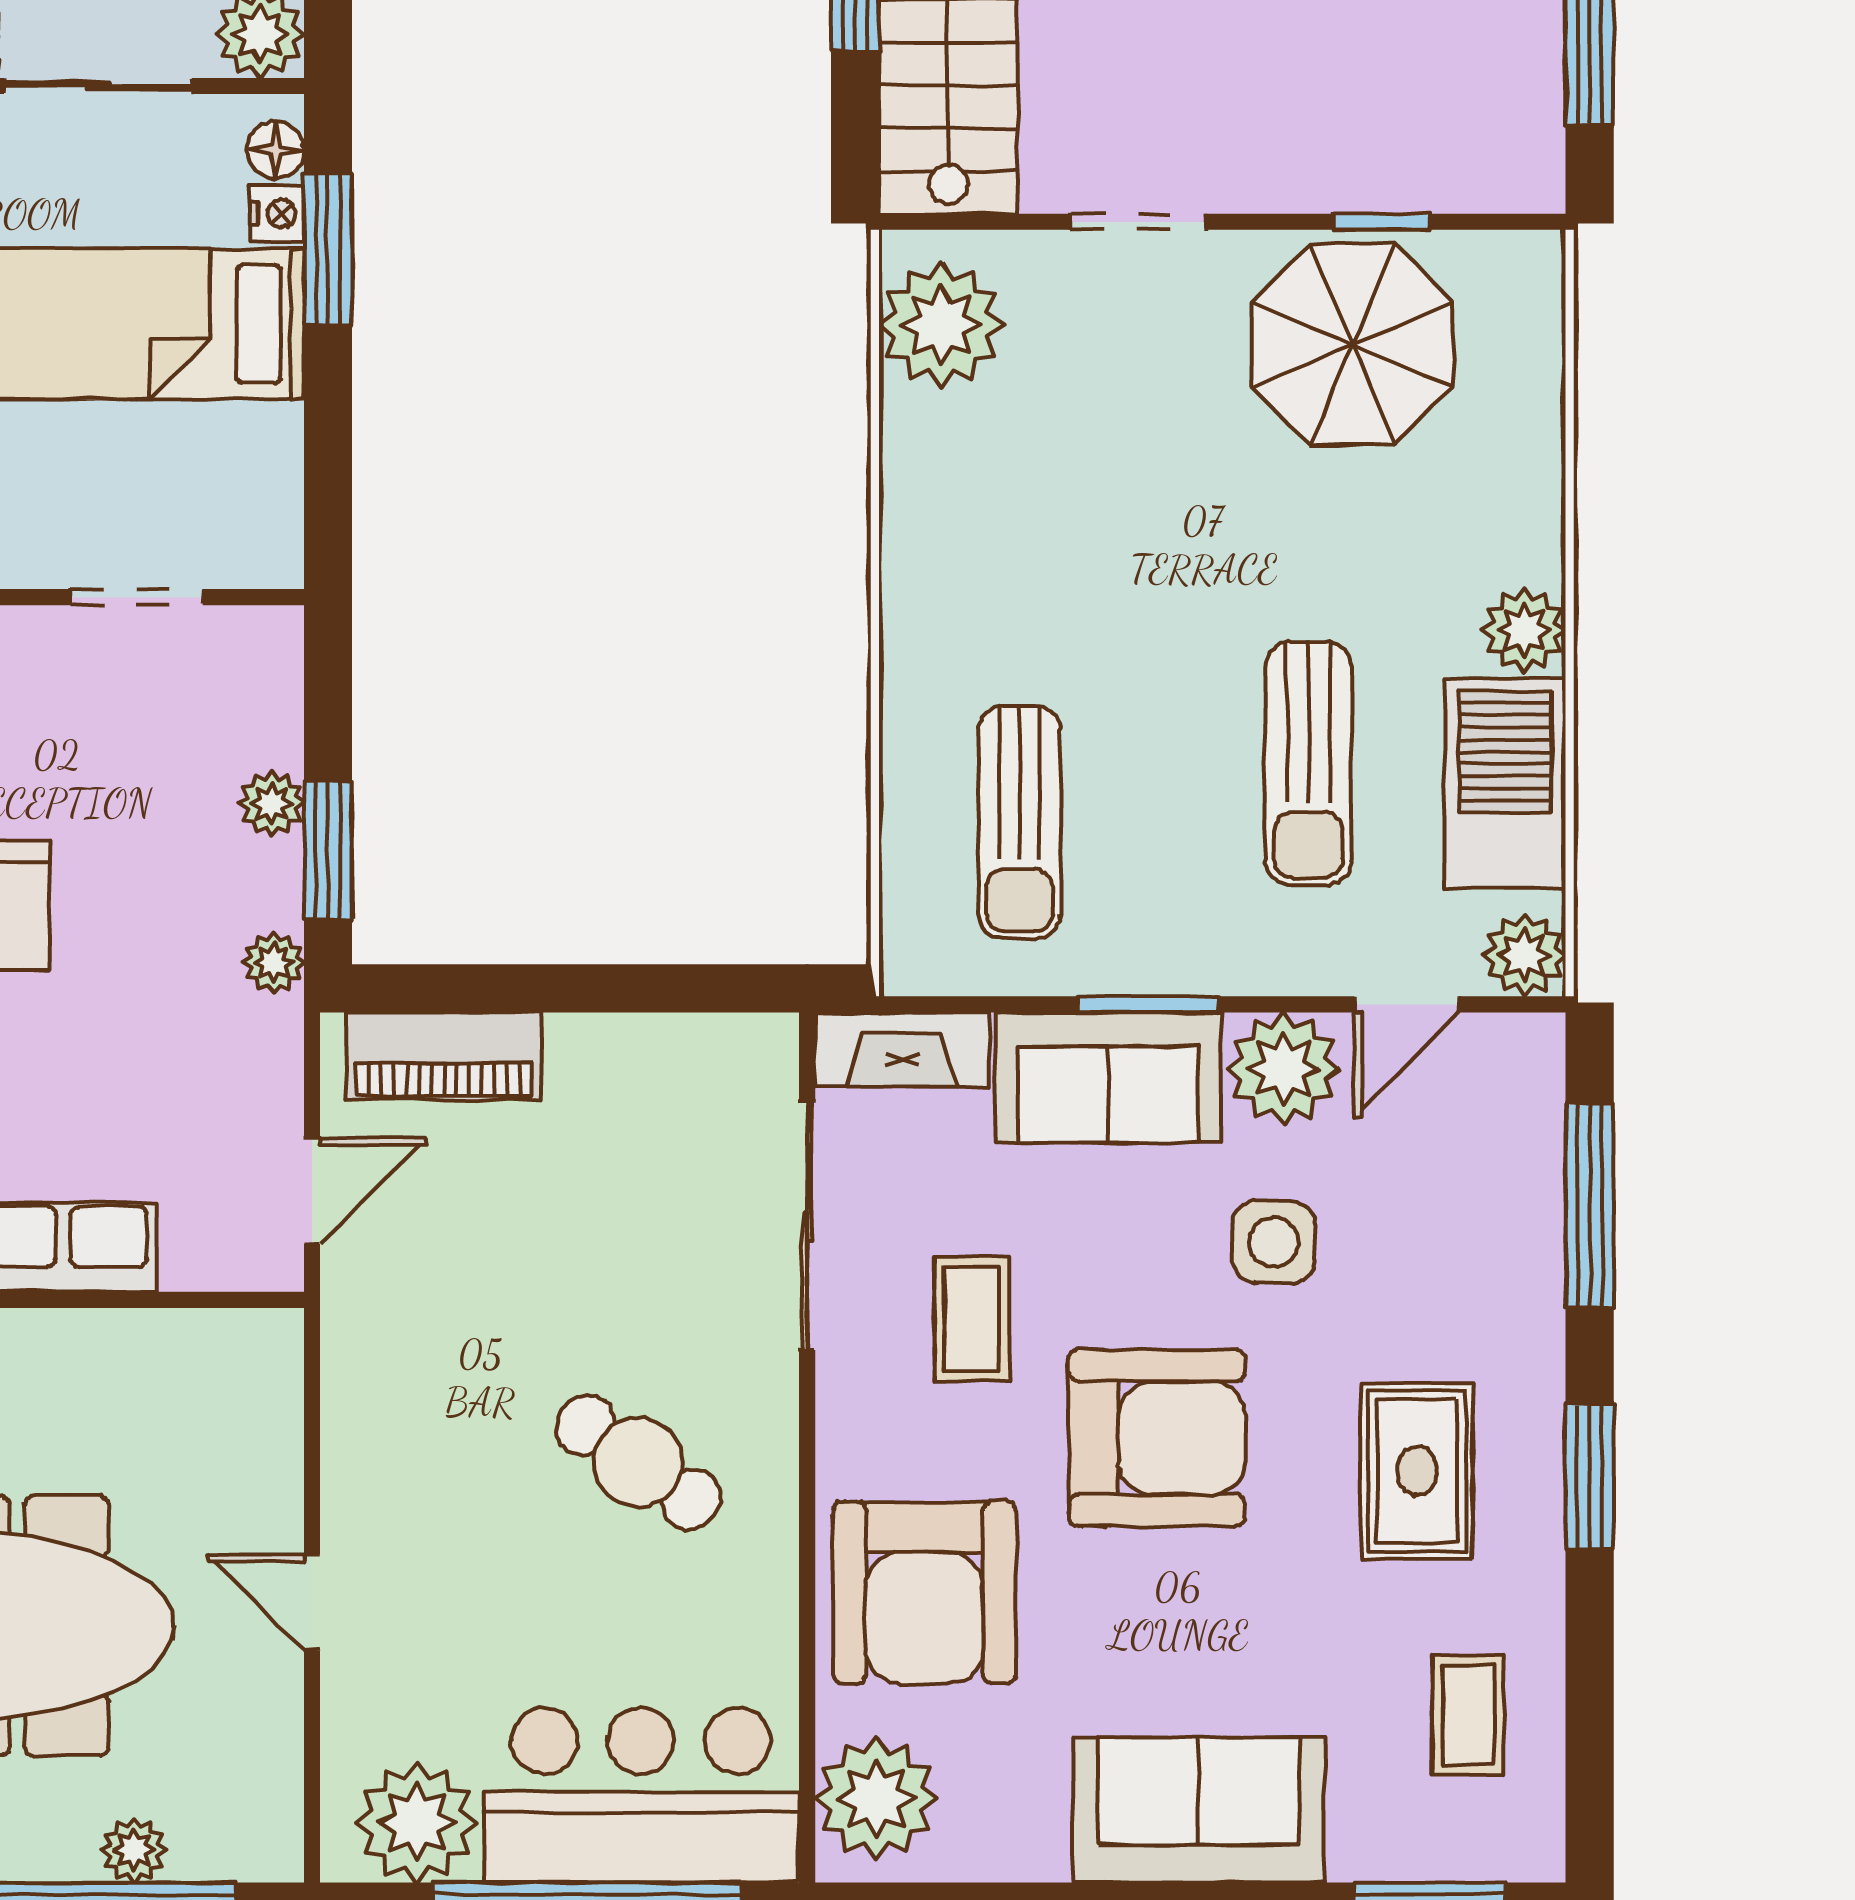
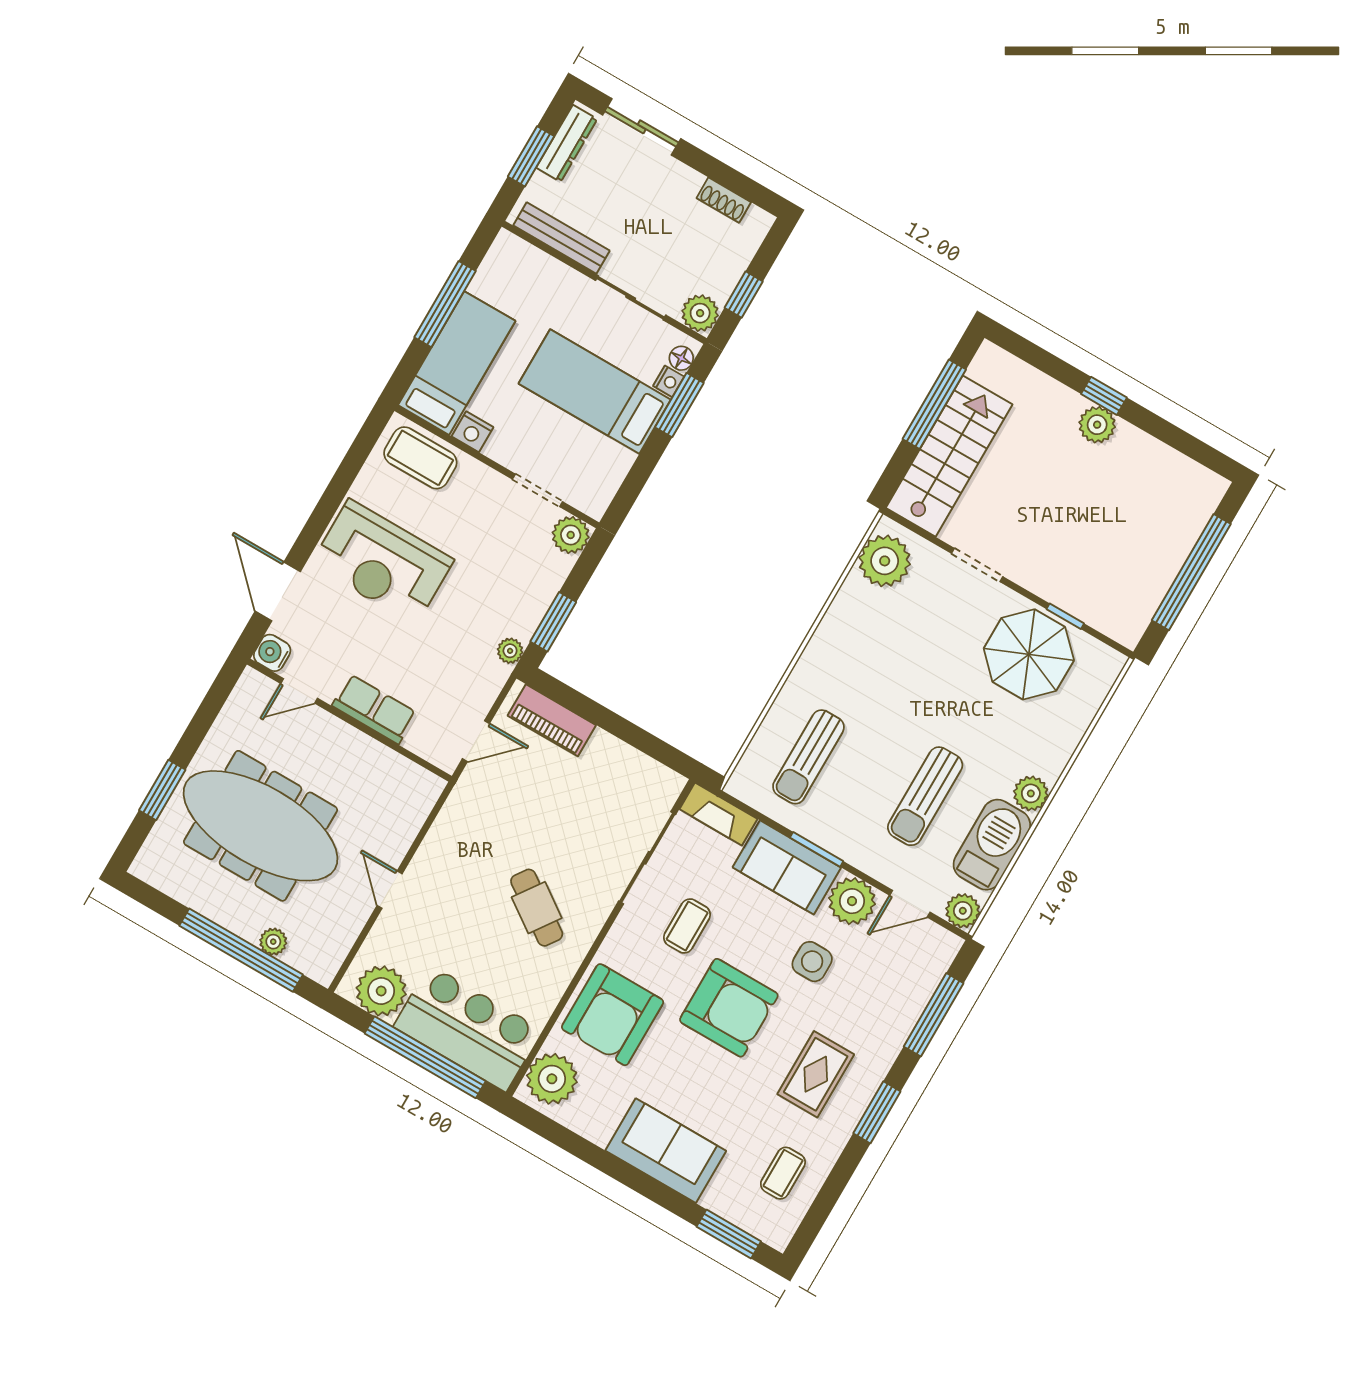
plant: (272, 804) -> (571, 535), moved, width x1.38, depth x1.38

